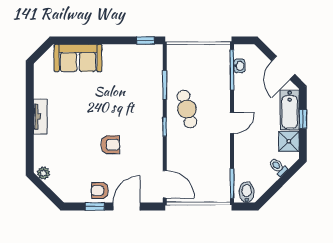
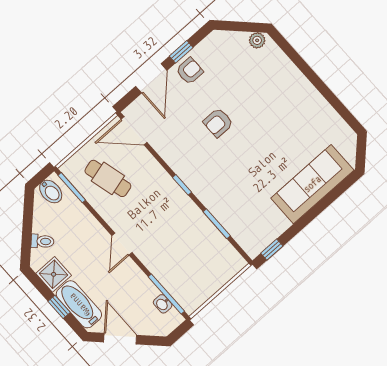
sofa: (78, 58) -> (312, 184), width x1.36
cafe table: (187, 109) -> (108, 178), moved
tv unit: (40, 117) -> (307, 91), removed

